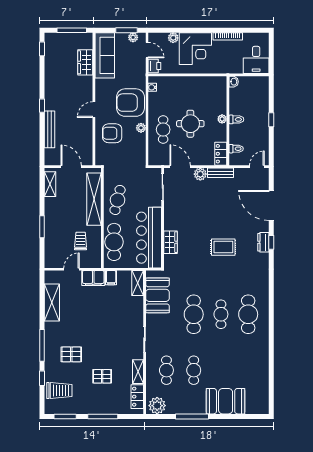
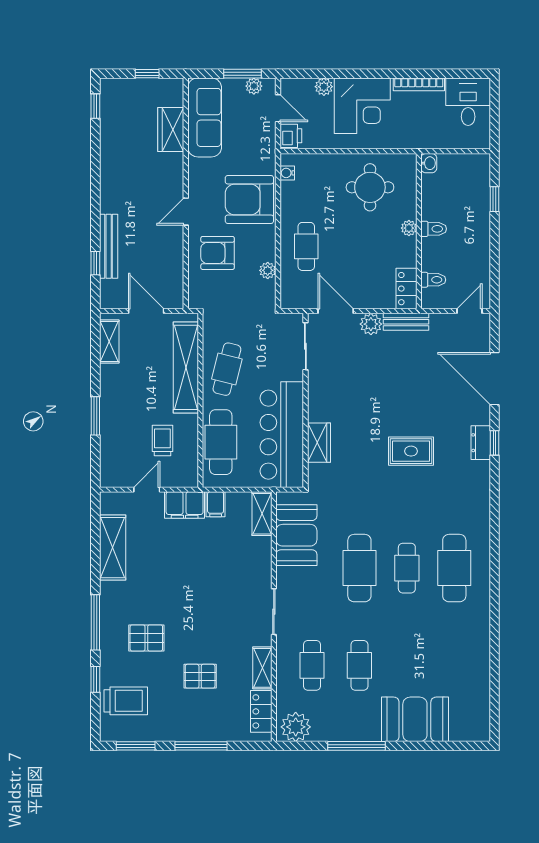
window: (72, 30) -> (147, 74), width x0.46
desk: (256, 60) -> (468, 102), moved, turned 180
window: (42, 106) -> (95, 263), moved
window: (271, 120) -> (495, 199), moved
round table: (190, 124) -> (370, 187), moved
plant: (141, 128) -> (268, 270), moved

